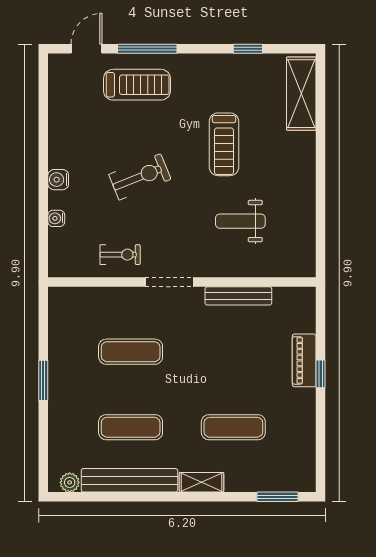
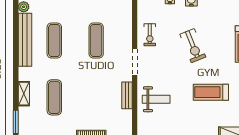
weight bench: (240, 221) -> (156, 99), moved, turned 90
bench: (238, 296) -> (127, 95), width x0.73
shelving: (201, 482) -> (24, 94), moved

